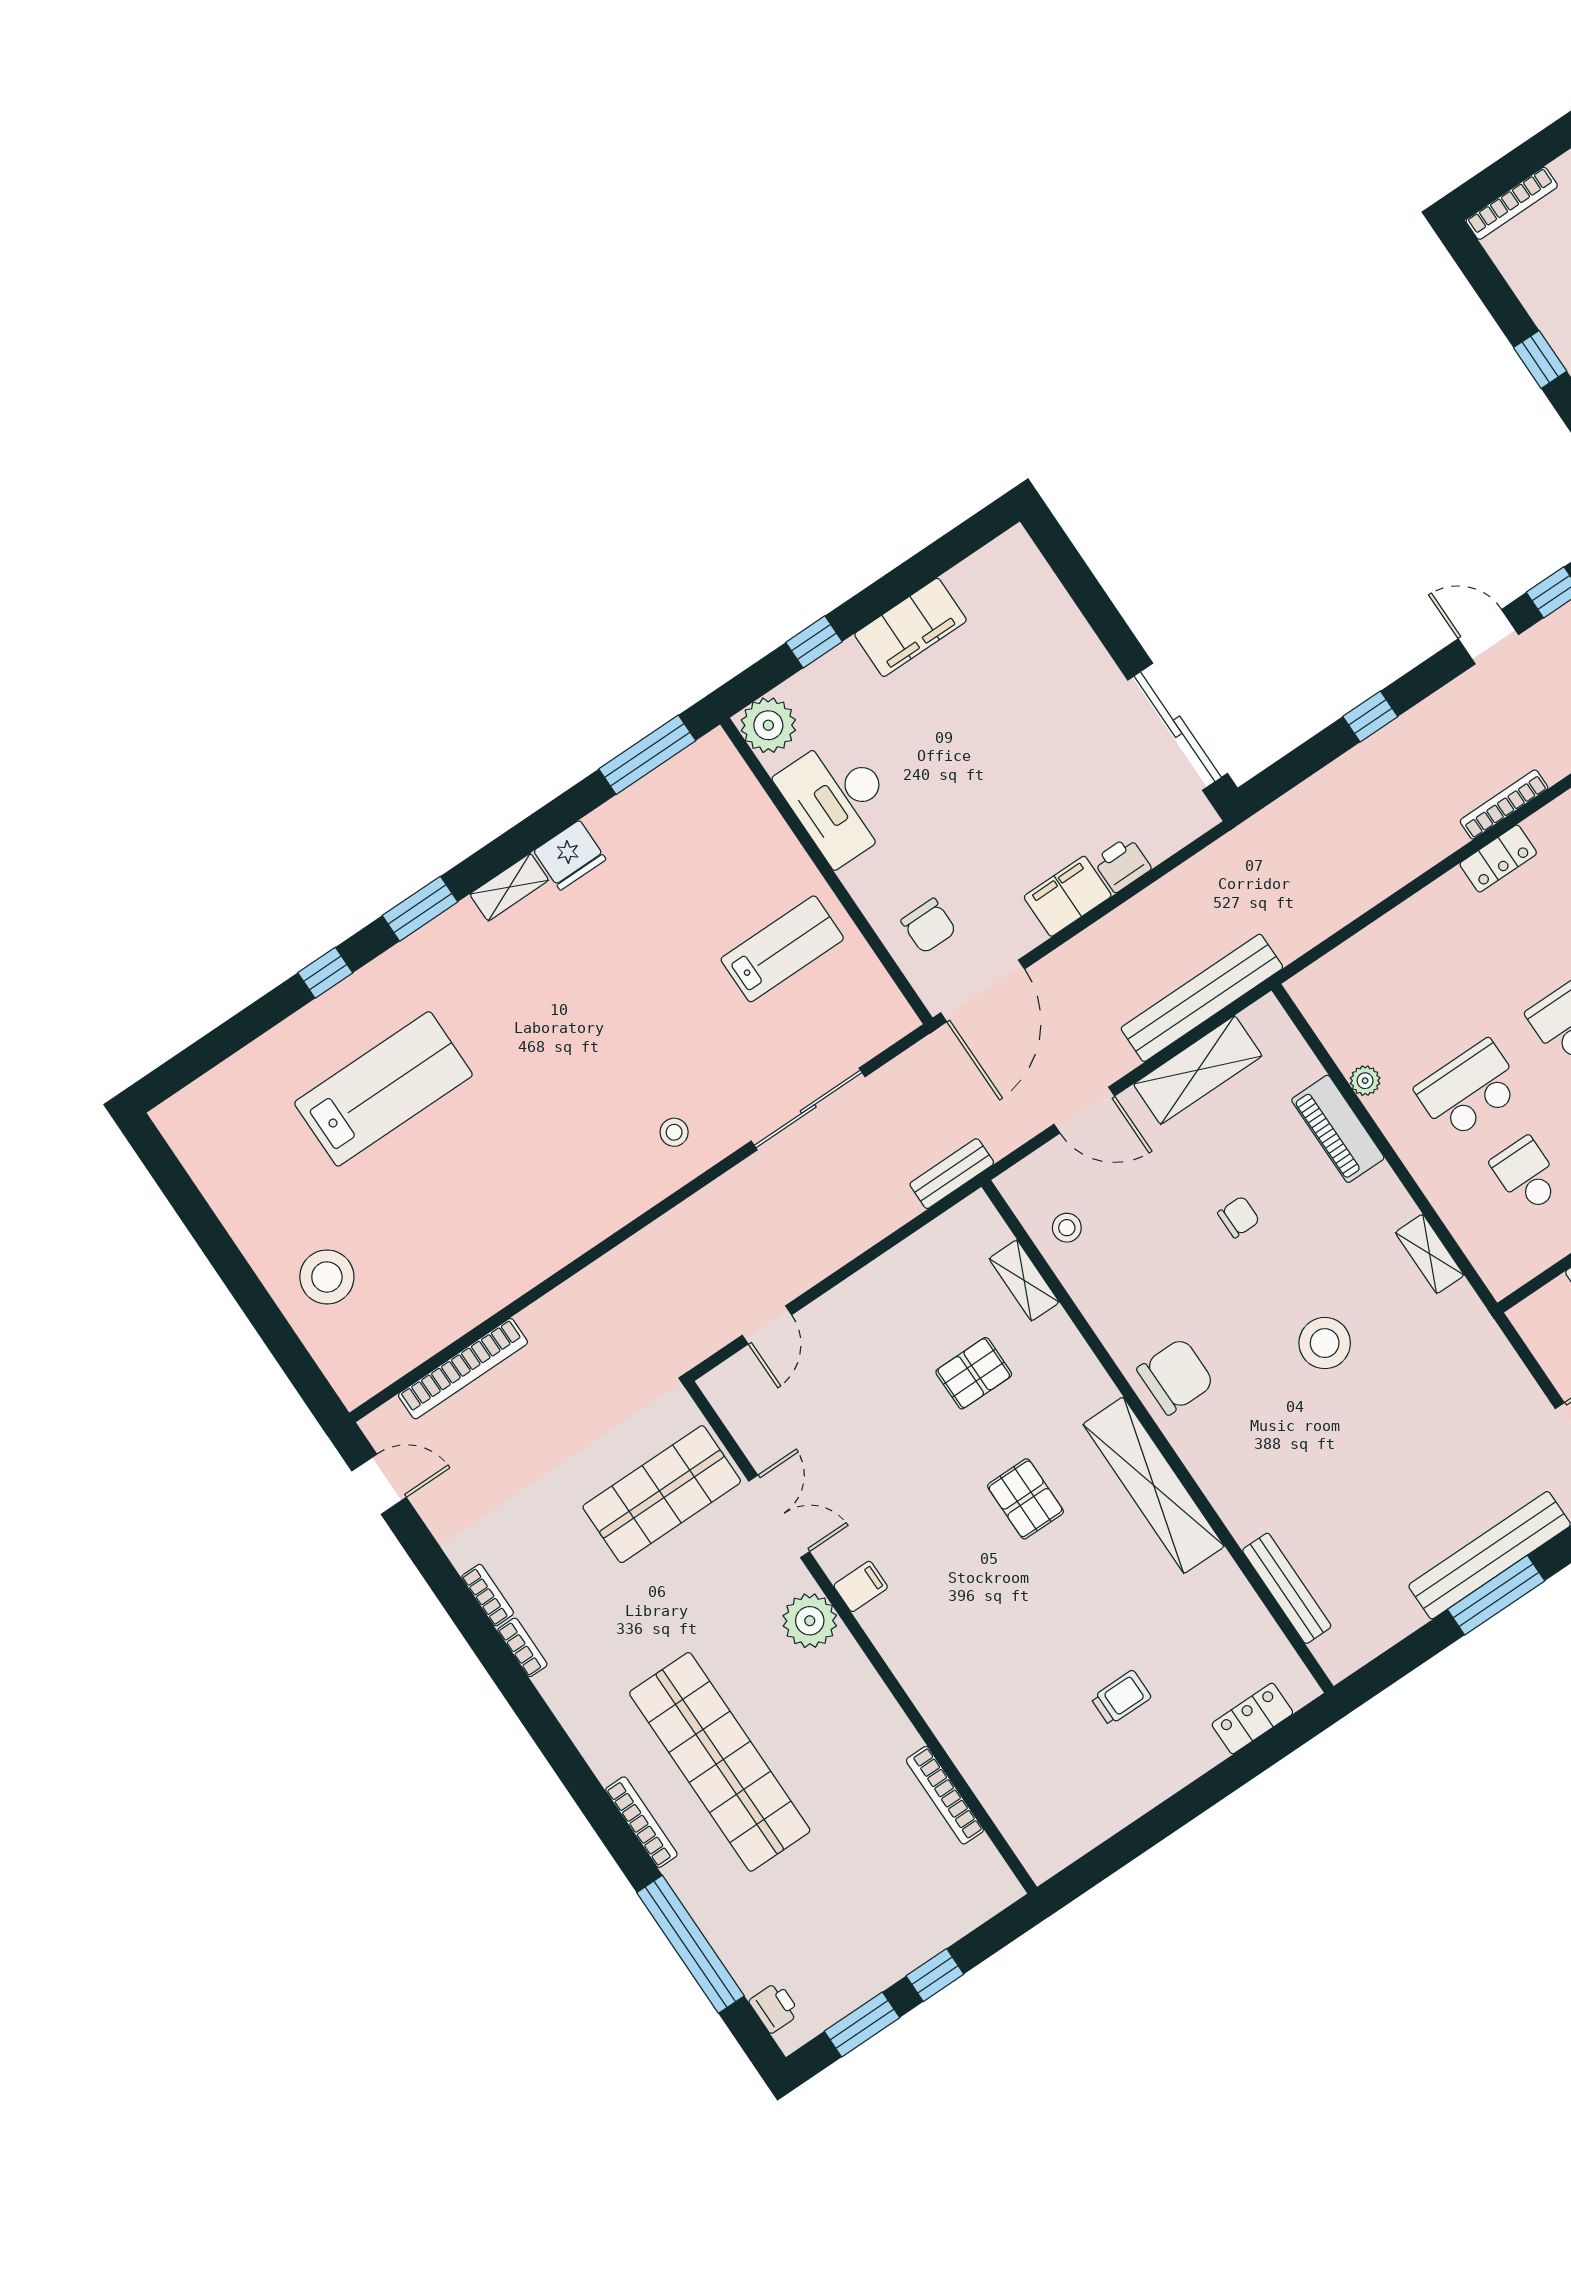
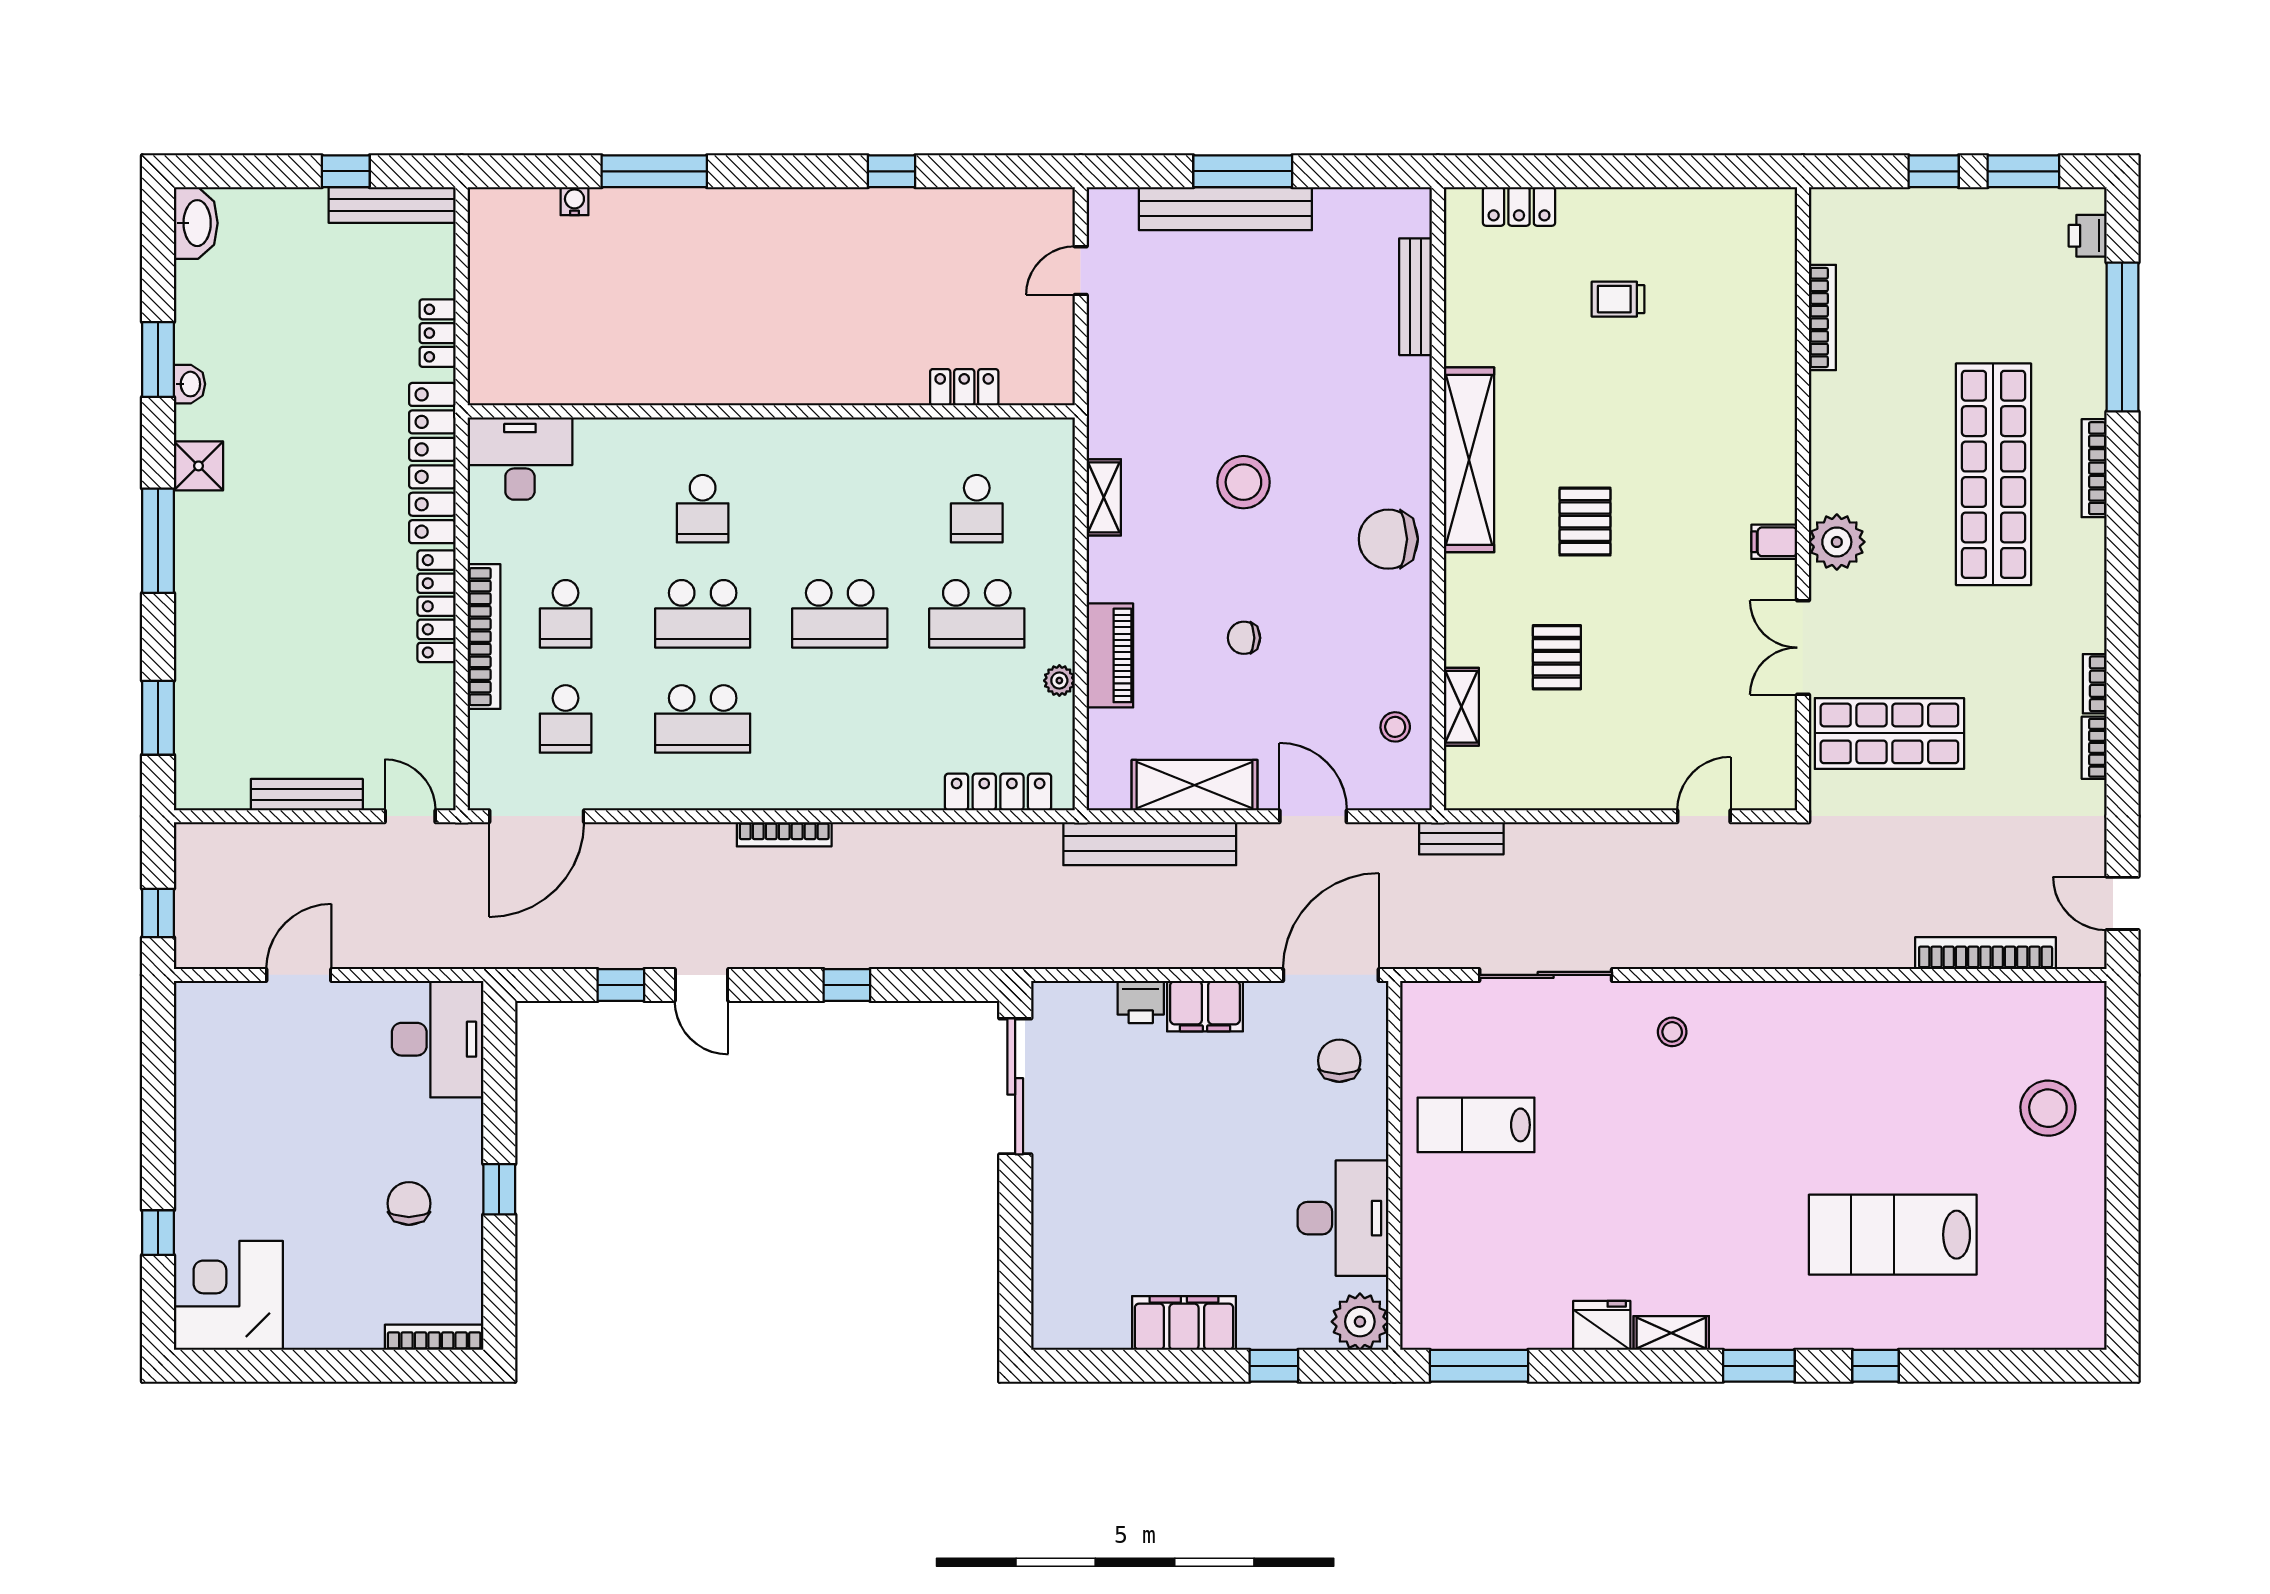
locker: (1498, 859) -> (998, 792), moved, width x1.53
pallet: (974, 1373) -> (1557, 657), turned 90

